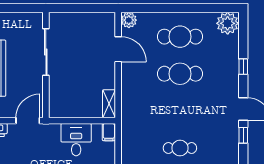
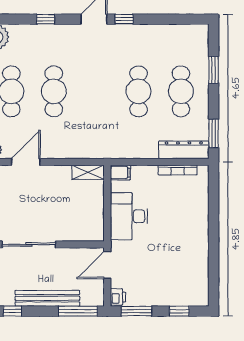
door: (28, 121) -> (107, 265), hinge flipped
desk: (76, 140) -> (129, 216), width x1.37
cafe table: (180, 148) -> (139, 91), width x1.37, depth x1.35

